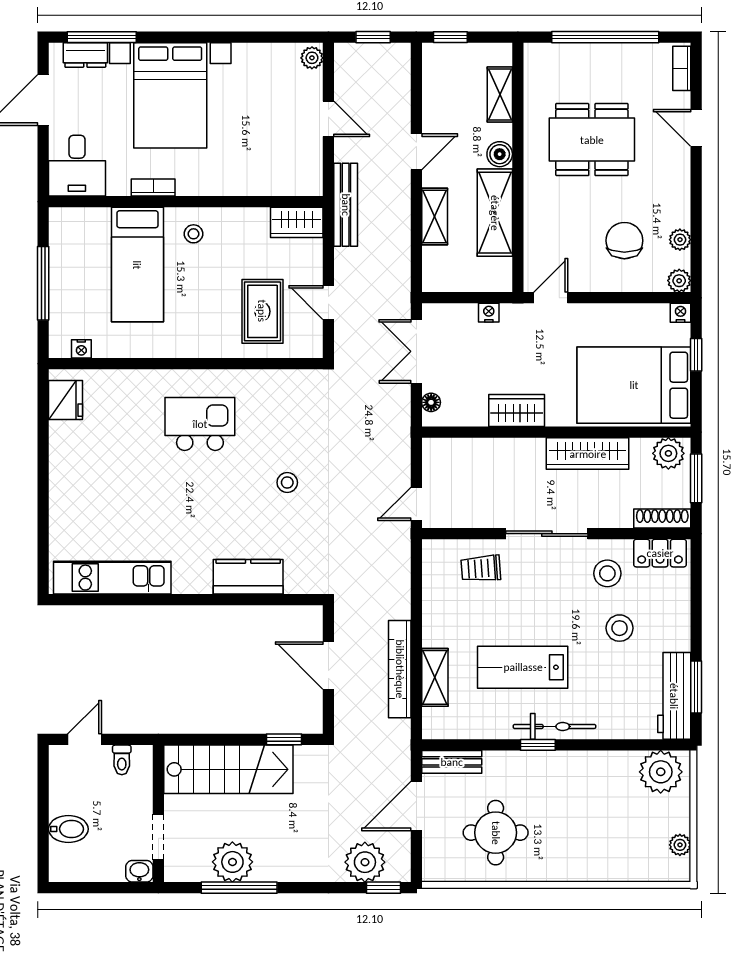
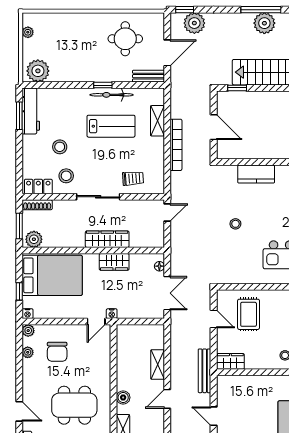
shelving: (495, 213) -> (126, 367), removed
nightstand: (489, 313) -> (112, 314), moved
wardrobe: (588, 454) -> (107, 239), moved
bookcase: (400, 669) -> (176, 145), moved
bicycle: (554, 726) -> (112, 95), moved

